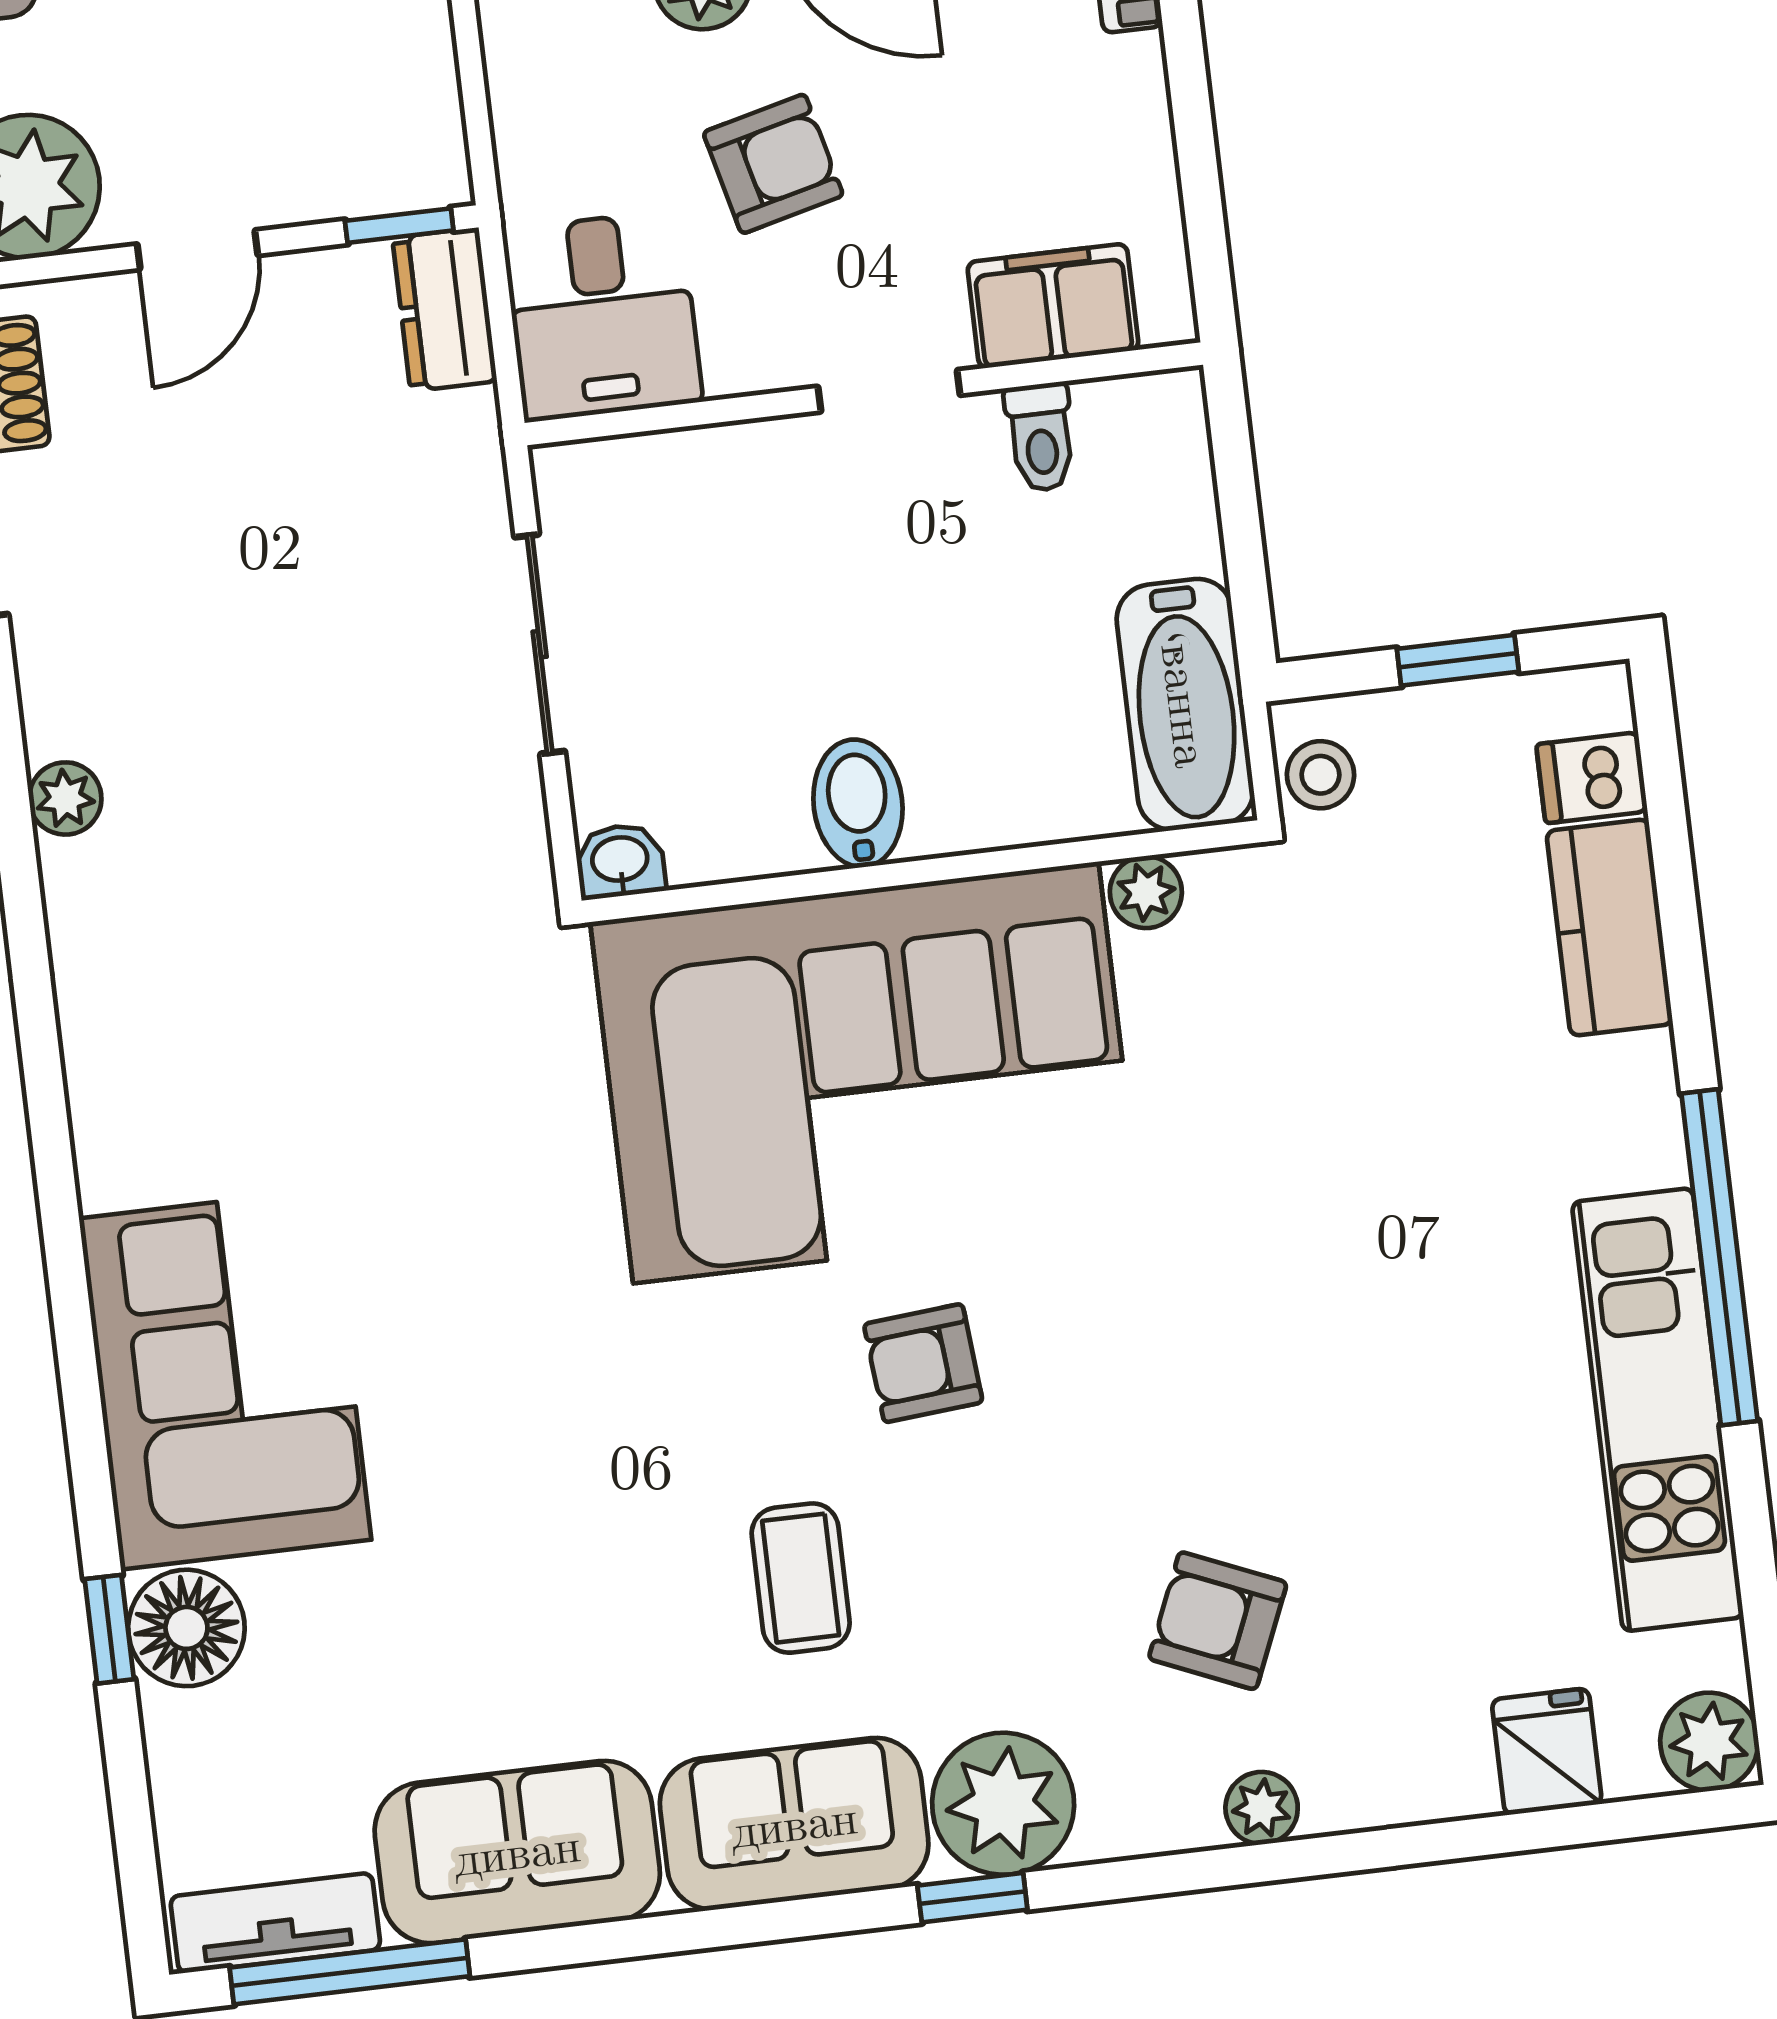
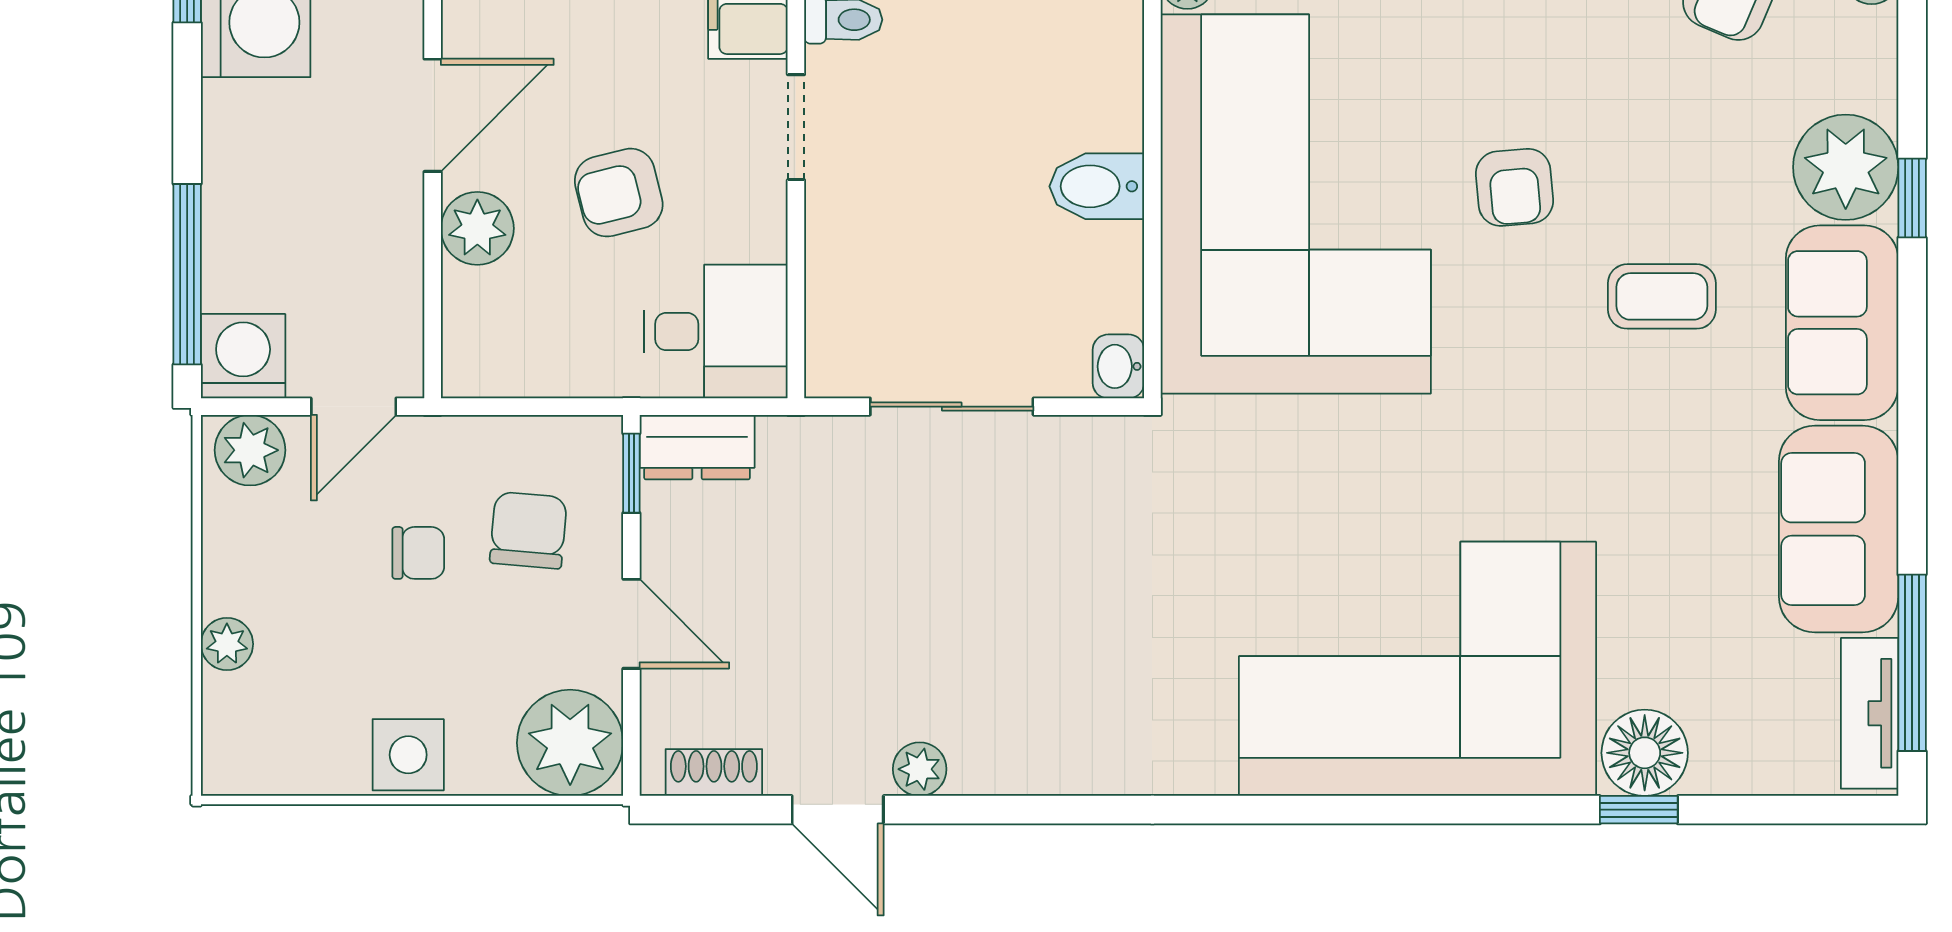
chair: (306, 97) -> (528, 530), added
armchair: (773, 164) -> (619, 193), turned -90
plant: (65, 798) -> (920, 769), moved
corner sofa: (225, 1379) -> (1417, 669), width x1.36, depth x1.36

